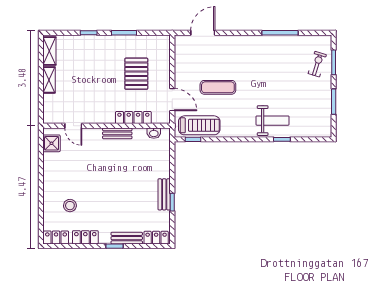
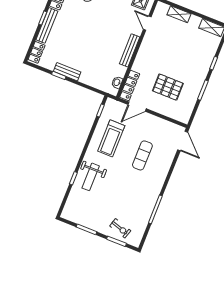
door: (203, 33) -> (183, 141), moved
shelving: (49, 80) -> (179, 14), moved
exercise mat: (218, 87) -> (142, 155), moved
locker: (133, 118) -> (130, 85), moved
treadmill: (199, 125) -> (111, 138), moved
door: (73, 126) -> (147, 23), hinge flipped
bench: (117, 133) -> (130, 50), width x1.36
bench: (127, 238) -> (47, 25), width x1.36

